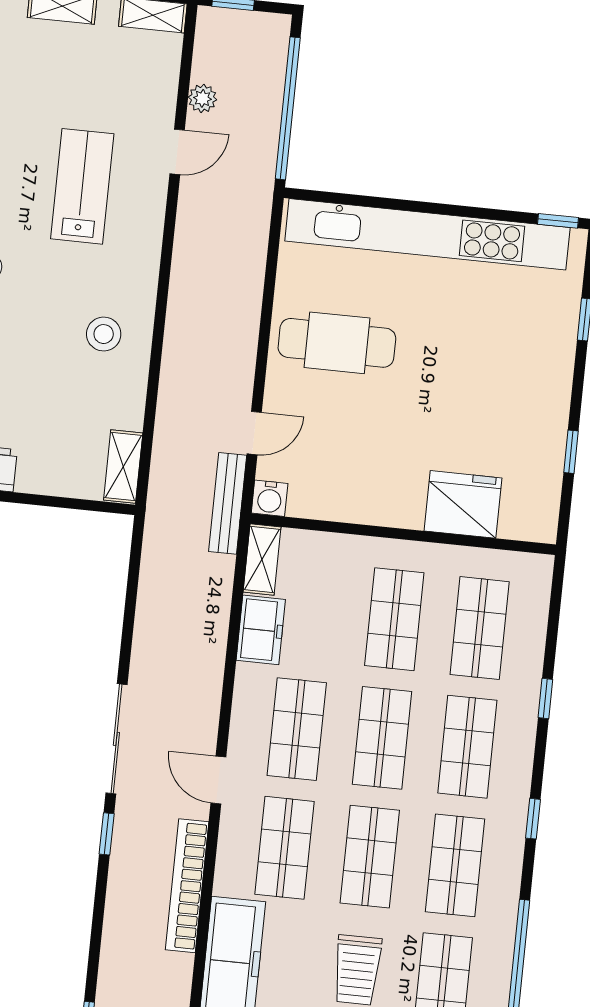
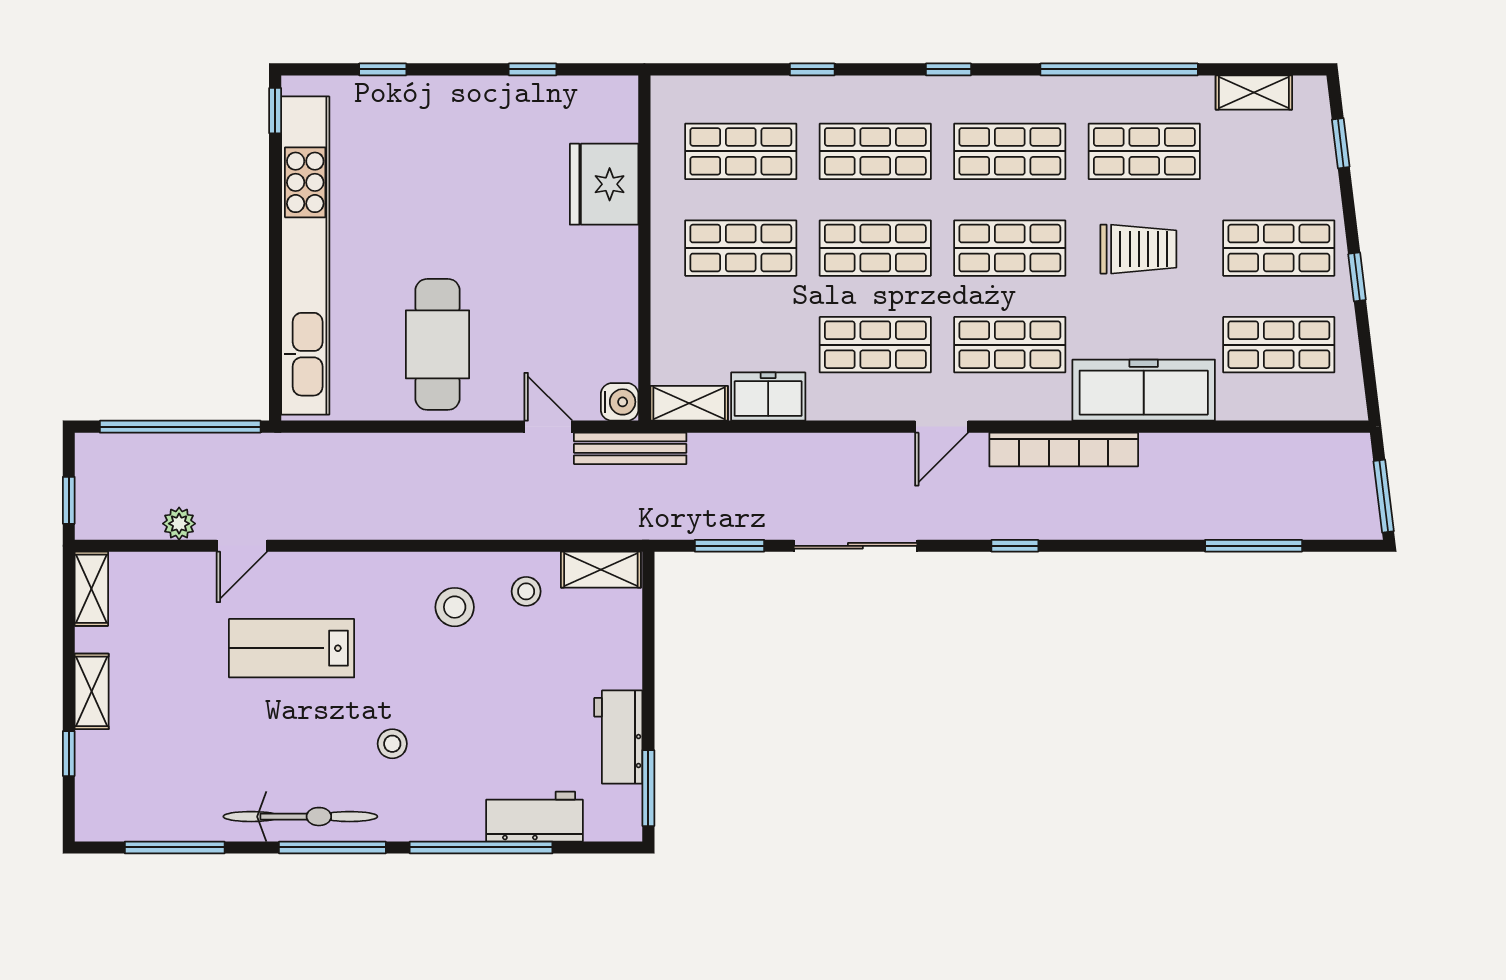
door: (177, 152) -> (242, 546), swing flipped
stool: (111, 399) -> (526, 591), added
window: (133, 582) -> (730, 546), added
sliding door: (116, 739) -> (855, 546), moved

